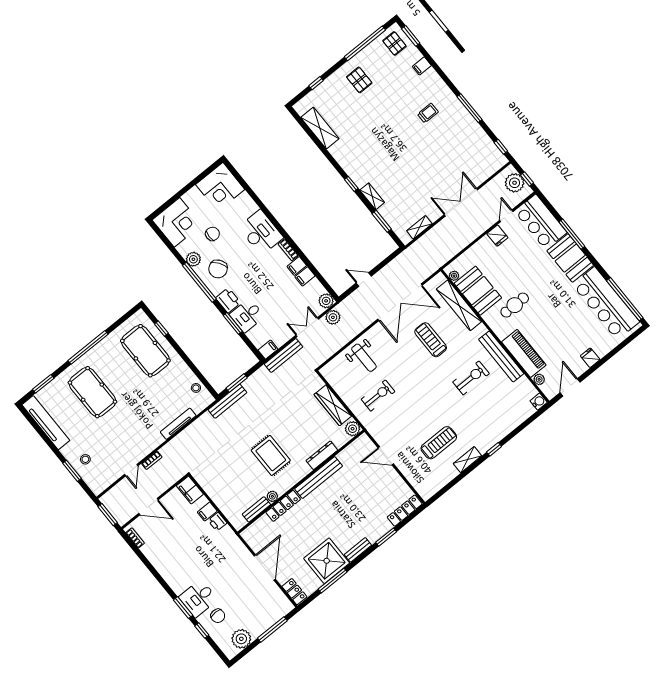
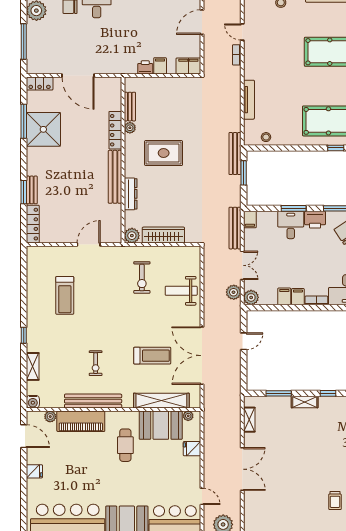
fridge: (497, 236) -> (192, 449), moved
exercise bike: (471, 378) -> (96, 363), width x0.73, depth x0.72
shelving: (467, 460) -> (33, 366), moved
bench: (358, 550) -> (32, 190), moved

